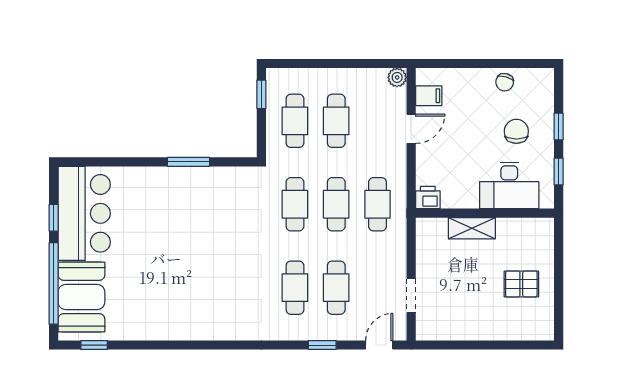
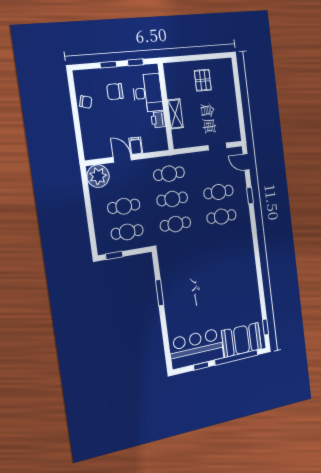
plant: (397, 77) -> (98, 176), width x1.87, depth x1.87
filing cabinet: (429, 96) -> (136, 146), moved
printer: (428, 198) -> (158, 120), moved

